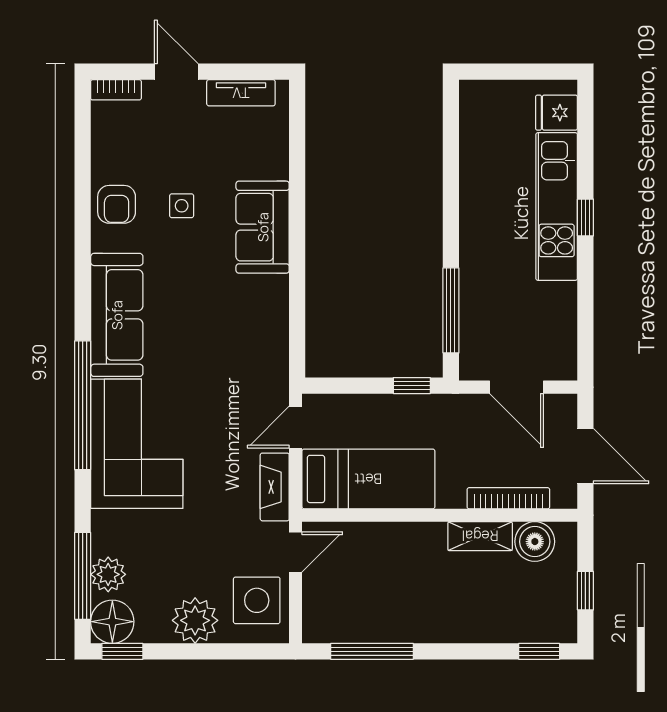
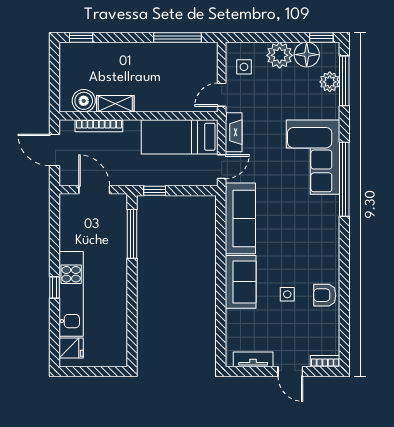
armchair: (117, 204) -> (325, 295), turned -90
sofa: (117, 315) -> (240, 218), moved, turned 180
window: (585, 591) -> (55, 72), removed
side table: (257, 600) -> (244, 67), width x0.54, depth x0.54
floor lamp: (112, 622) -> (307, 55), moved

